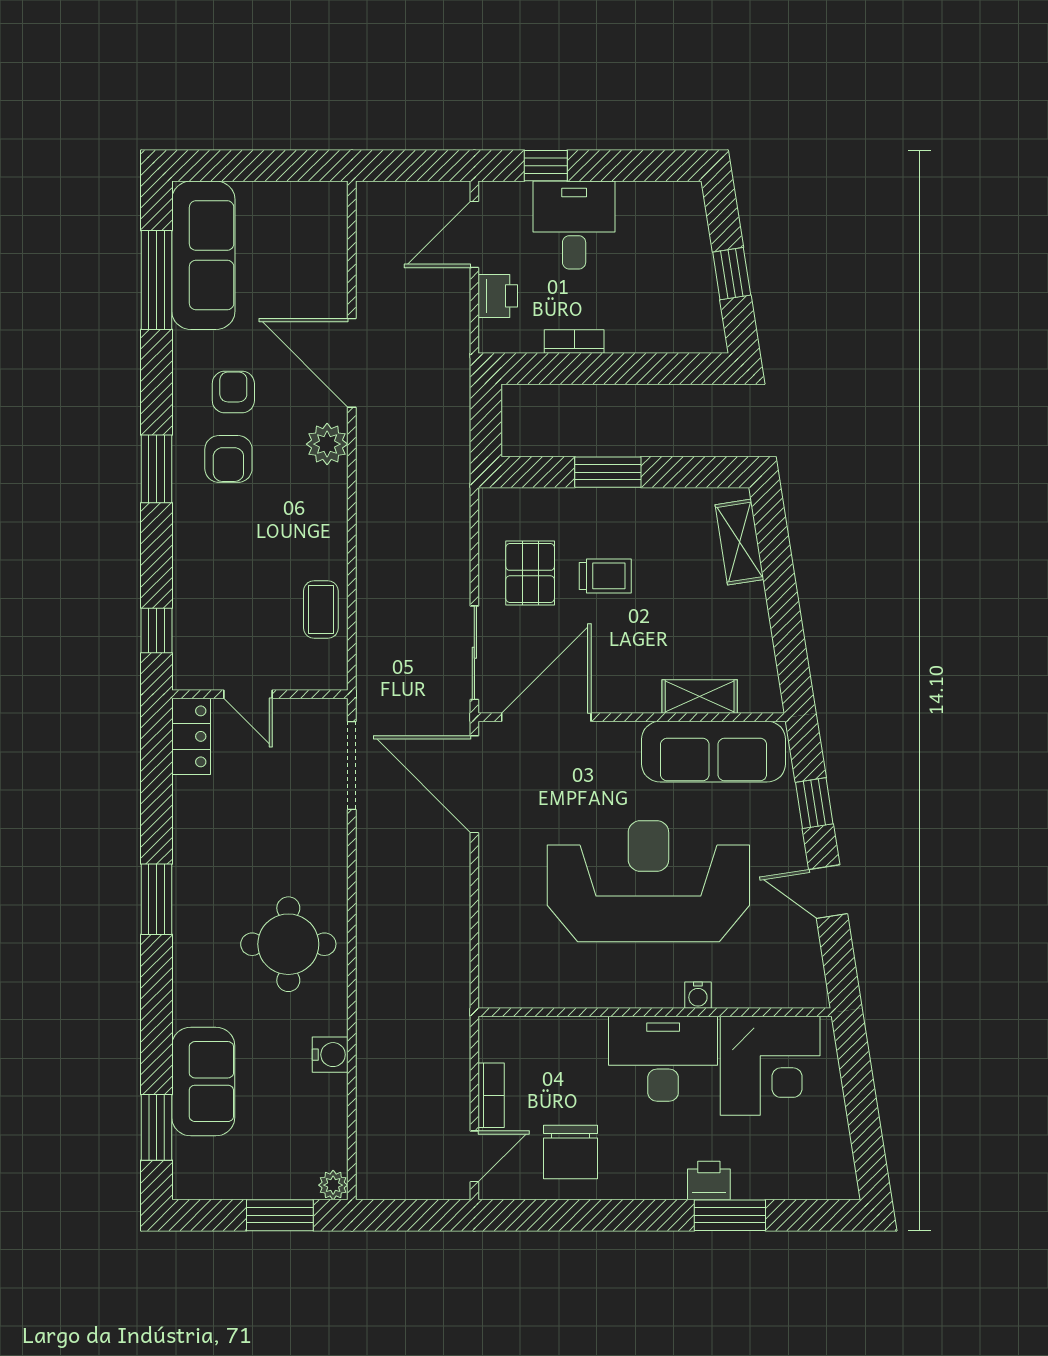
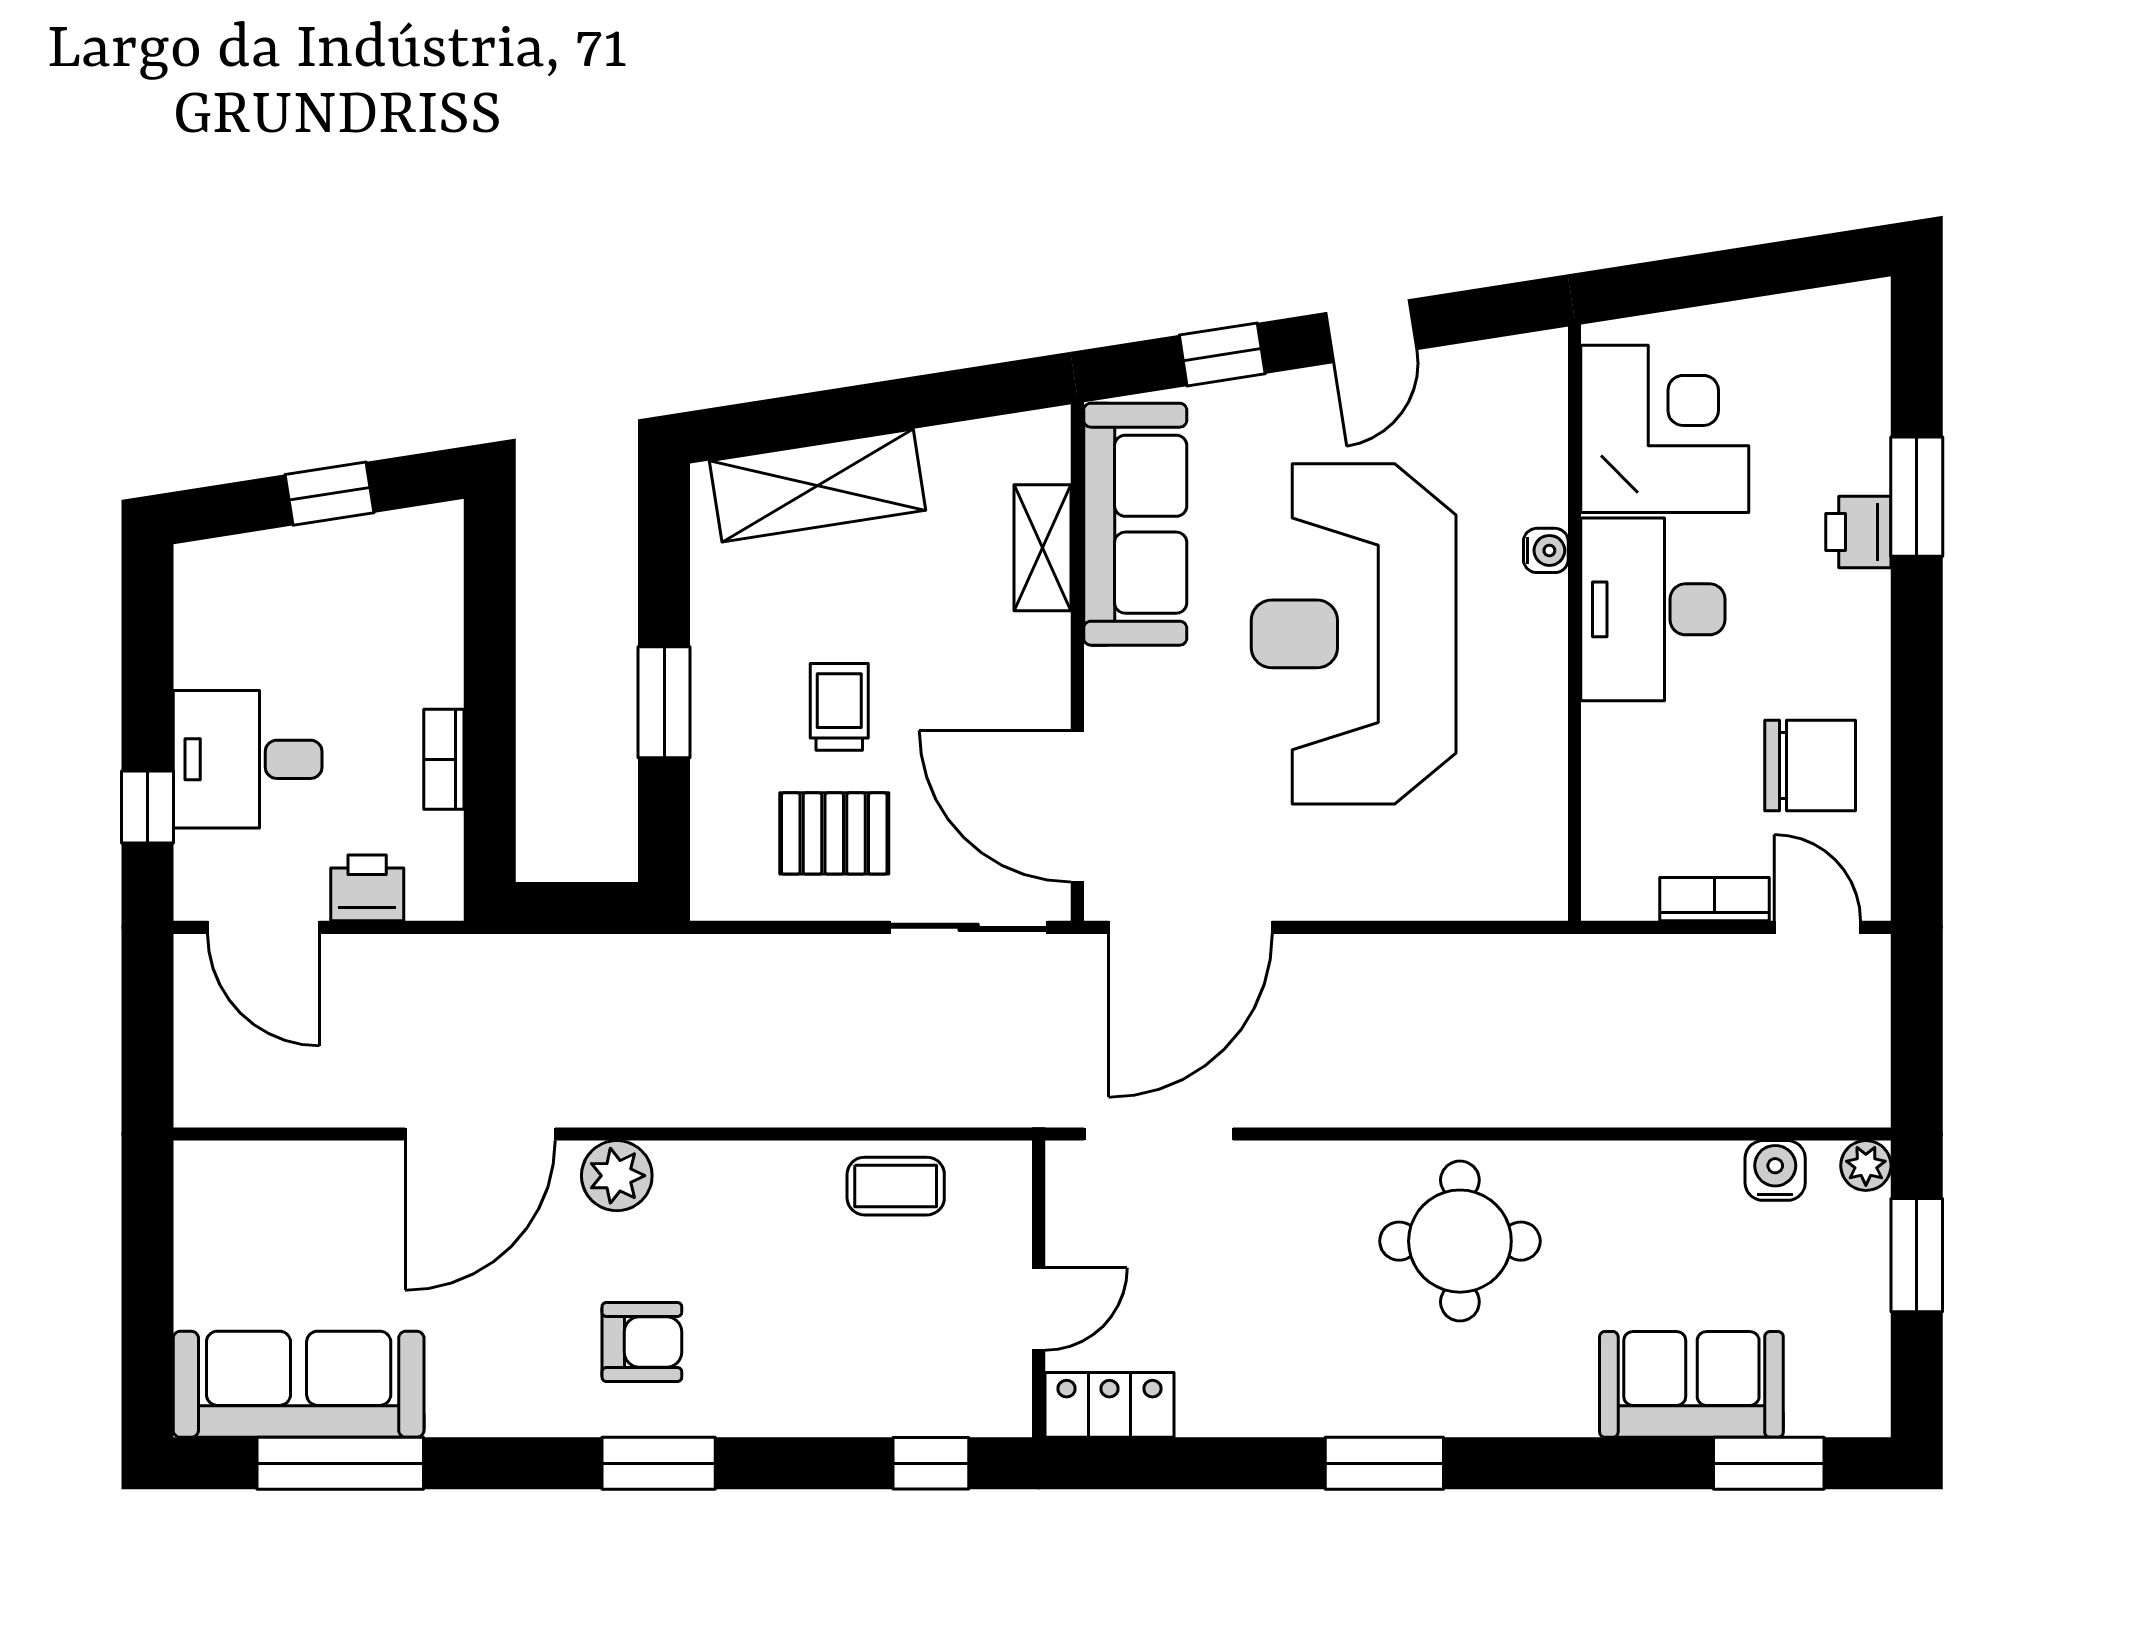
armchair: (233, 392) -> (529, 1334), removed
shelving: (739, 542) -> (818, 485), width x1.50, depth x1.33
water cooler: (330, 1055) -> (1775, 1170), moved

